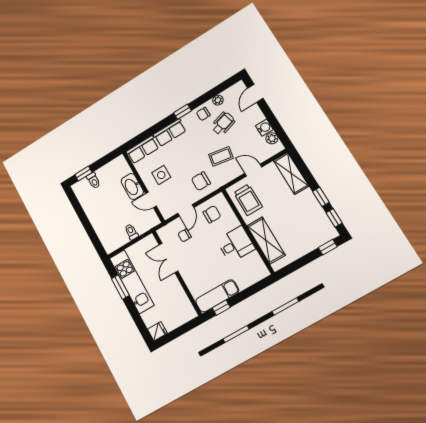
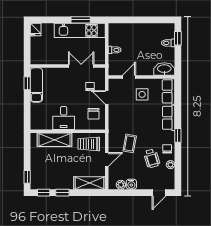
door: (255, 93) -> (159, 193), swing flipped
chair: (201, 181) -> (121, 120), removed
washbasin: (132, 186) -> (164, 69), moved

